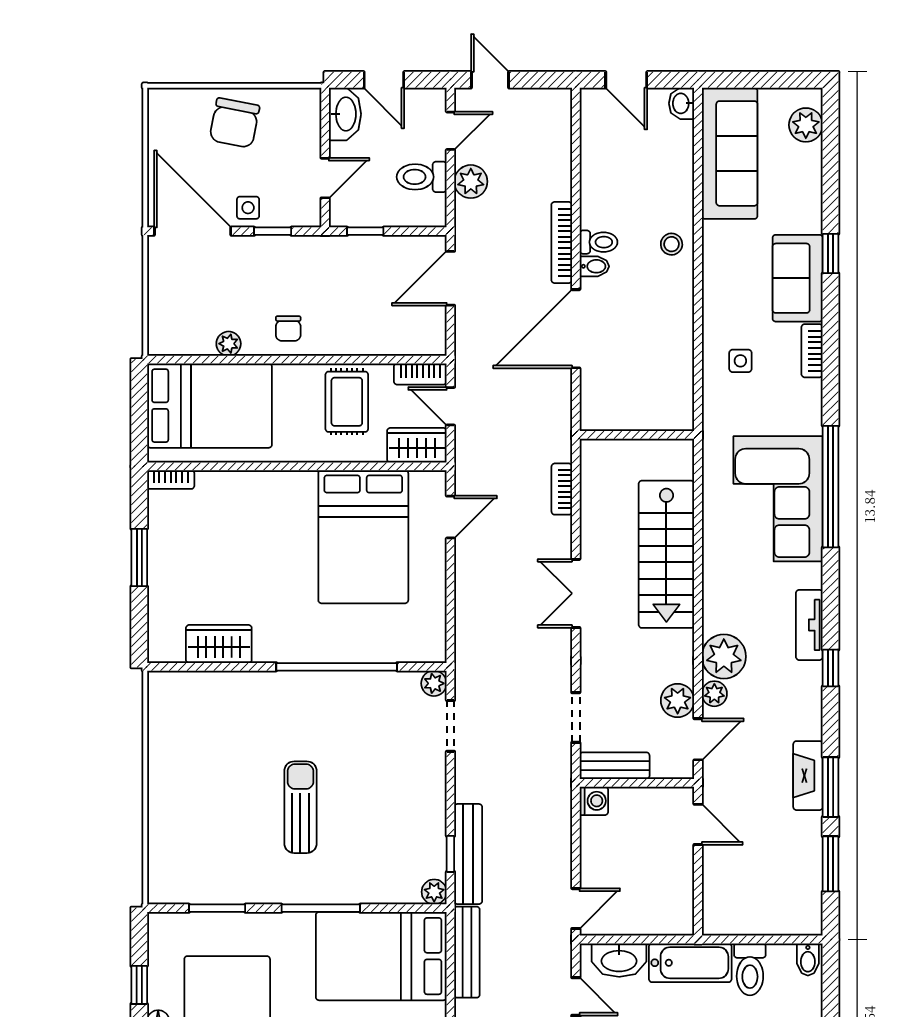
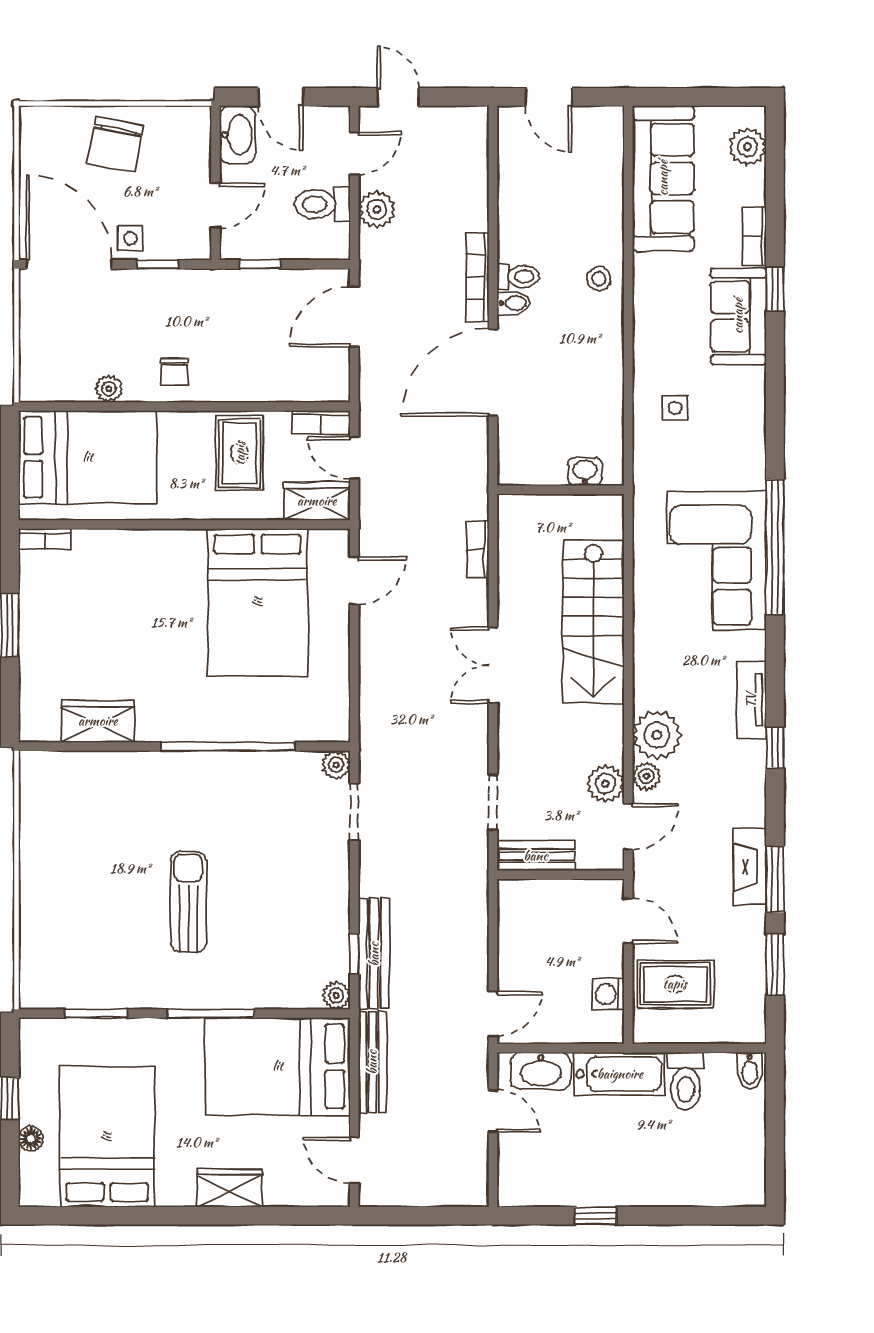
washbasin: (682, 103) -> (585, 472), moved, turned 90
bookcase: (812, 351) -> (754, 236), moved
washing machine: (594, 801) -> (608, 994), moved, turned 180
rug: (741, 882) -> (675, 984), added

